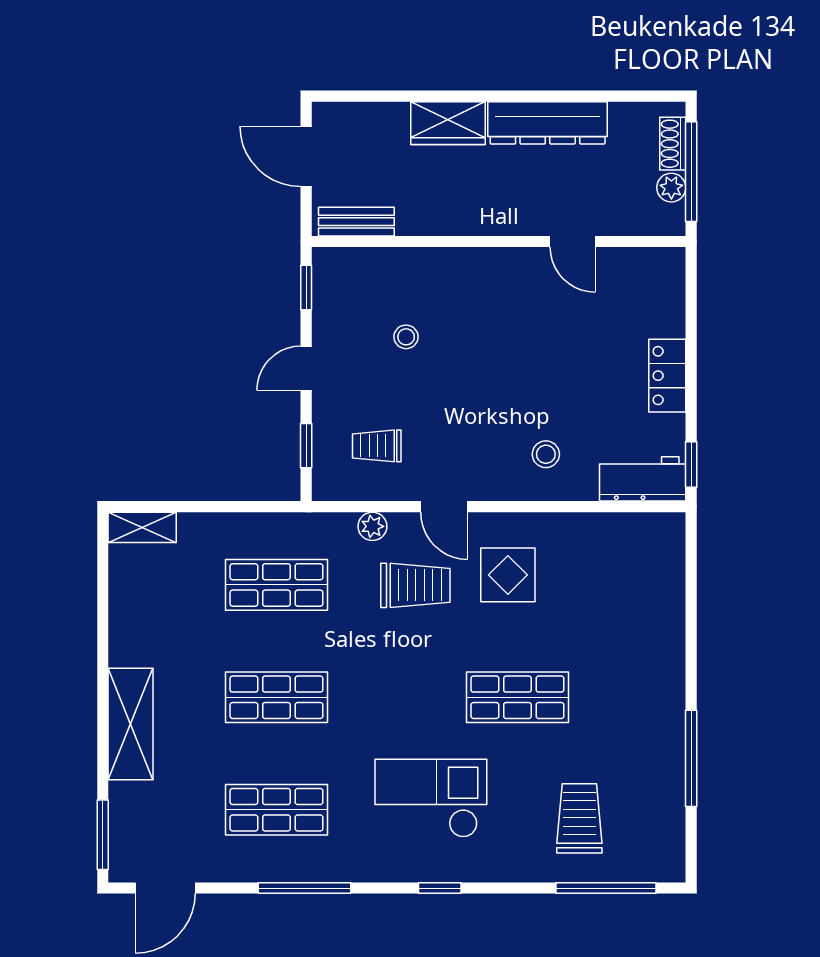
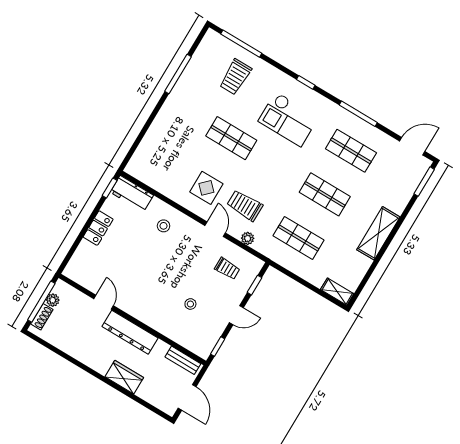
dresser: (548, 123) -> (130, 332), moved, turned 180
shelving: (131, 724) -> (378, 233), moved

